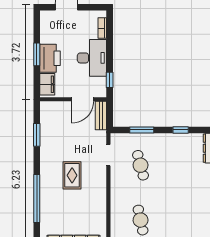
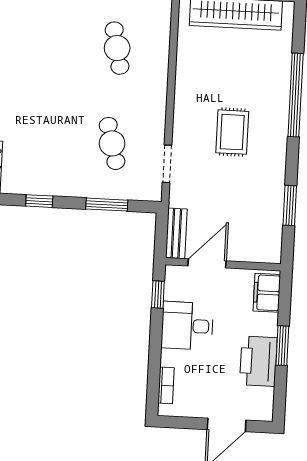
printer: (50, 58) -> (258, 361), moved
desk: (92, 58) -> (187, 326), width x0.73

